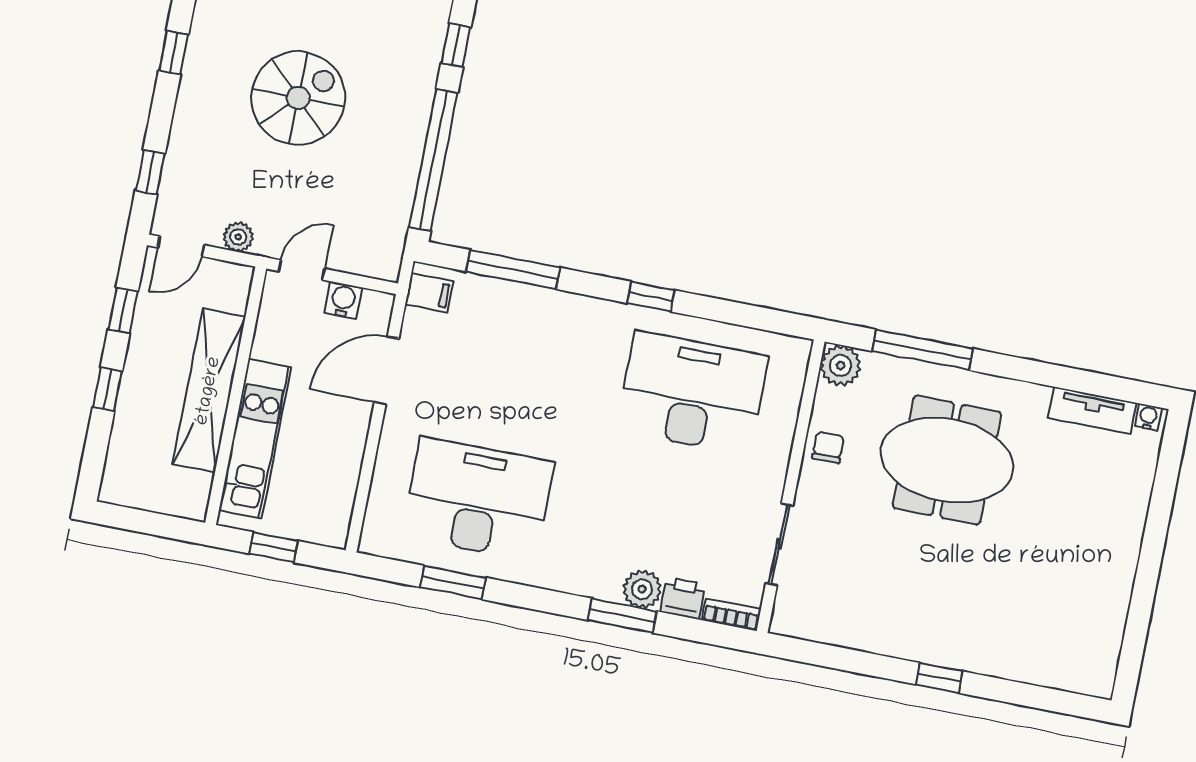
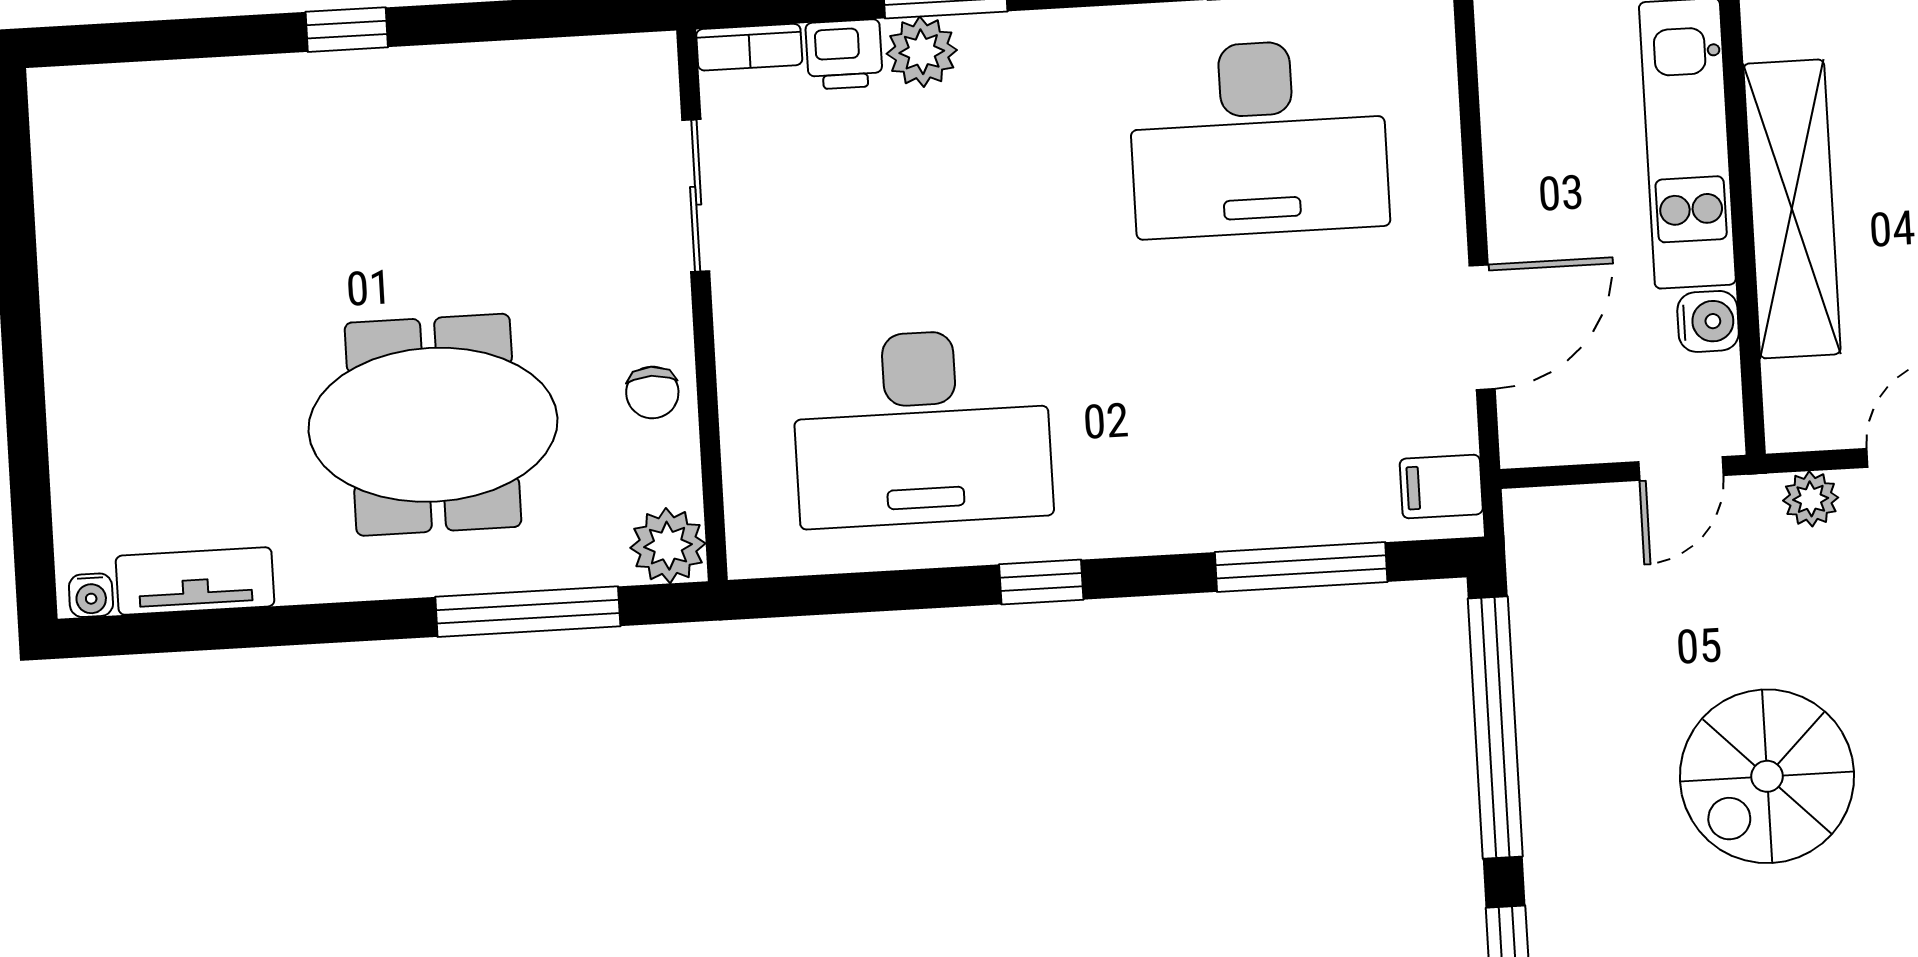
water cooler: (343, 300) -> (1708, 321), moved, turned -90

